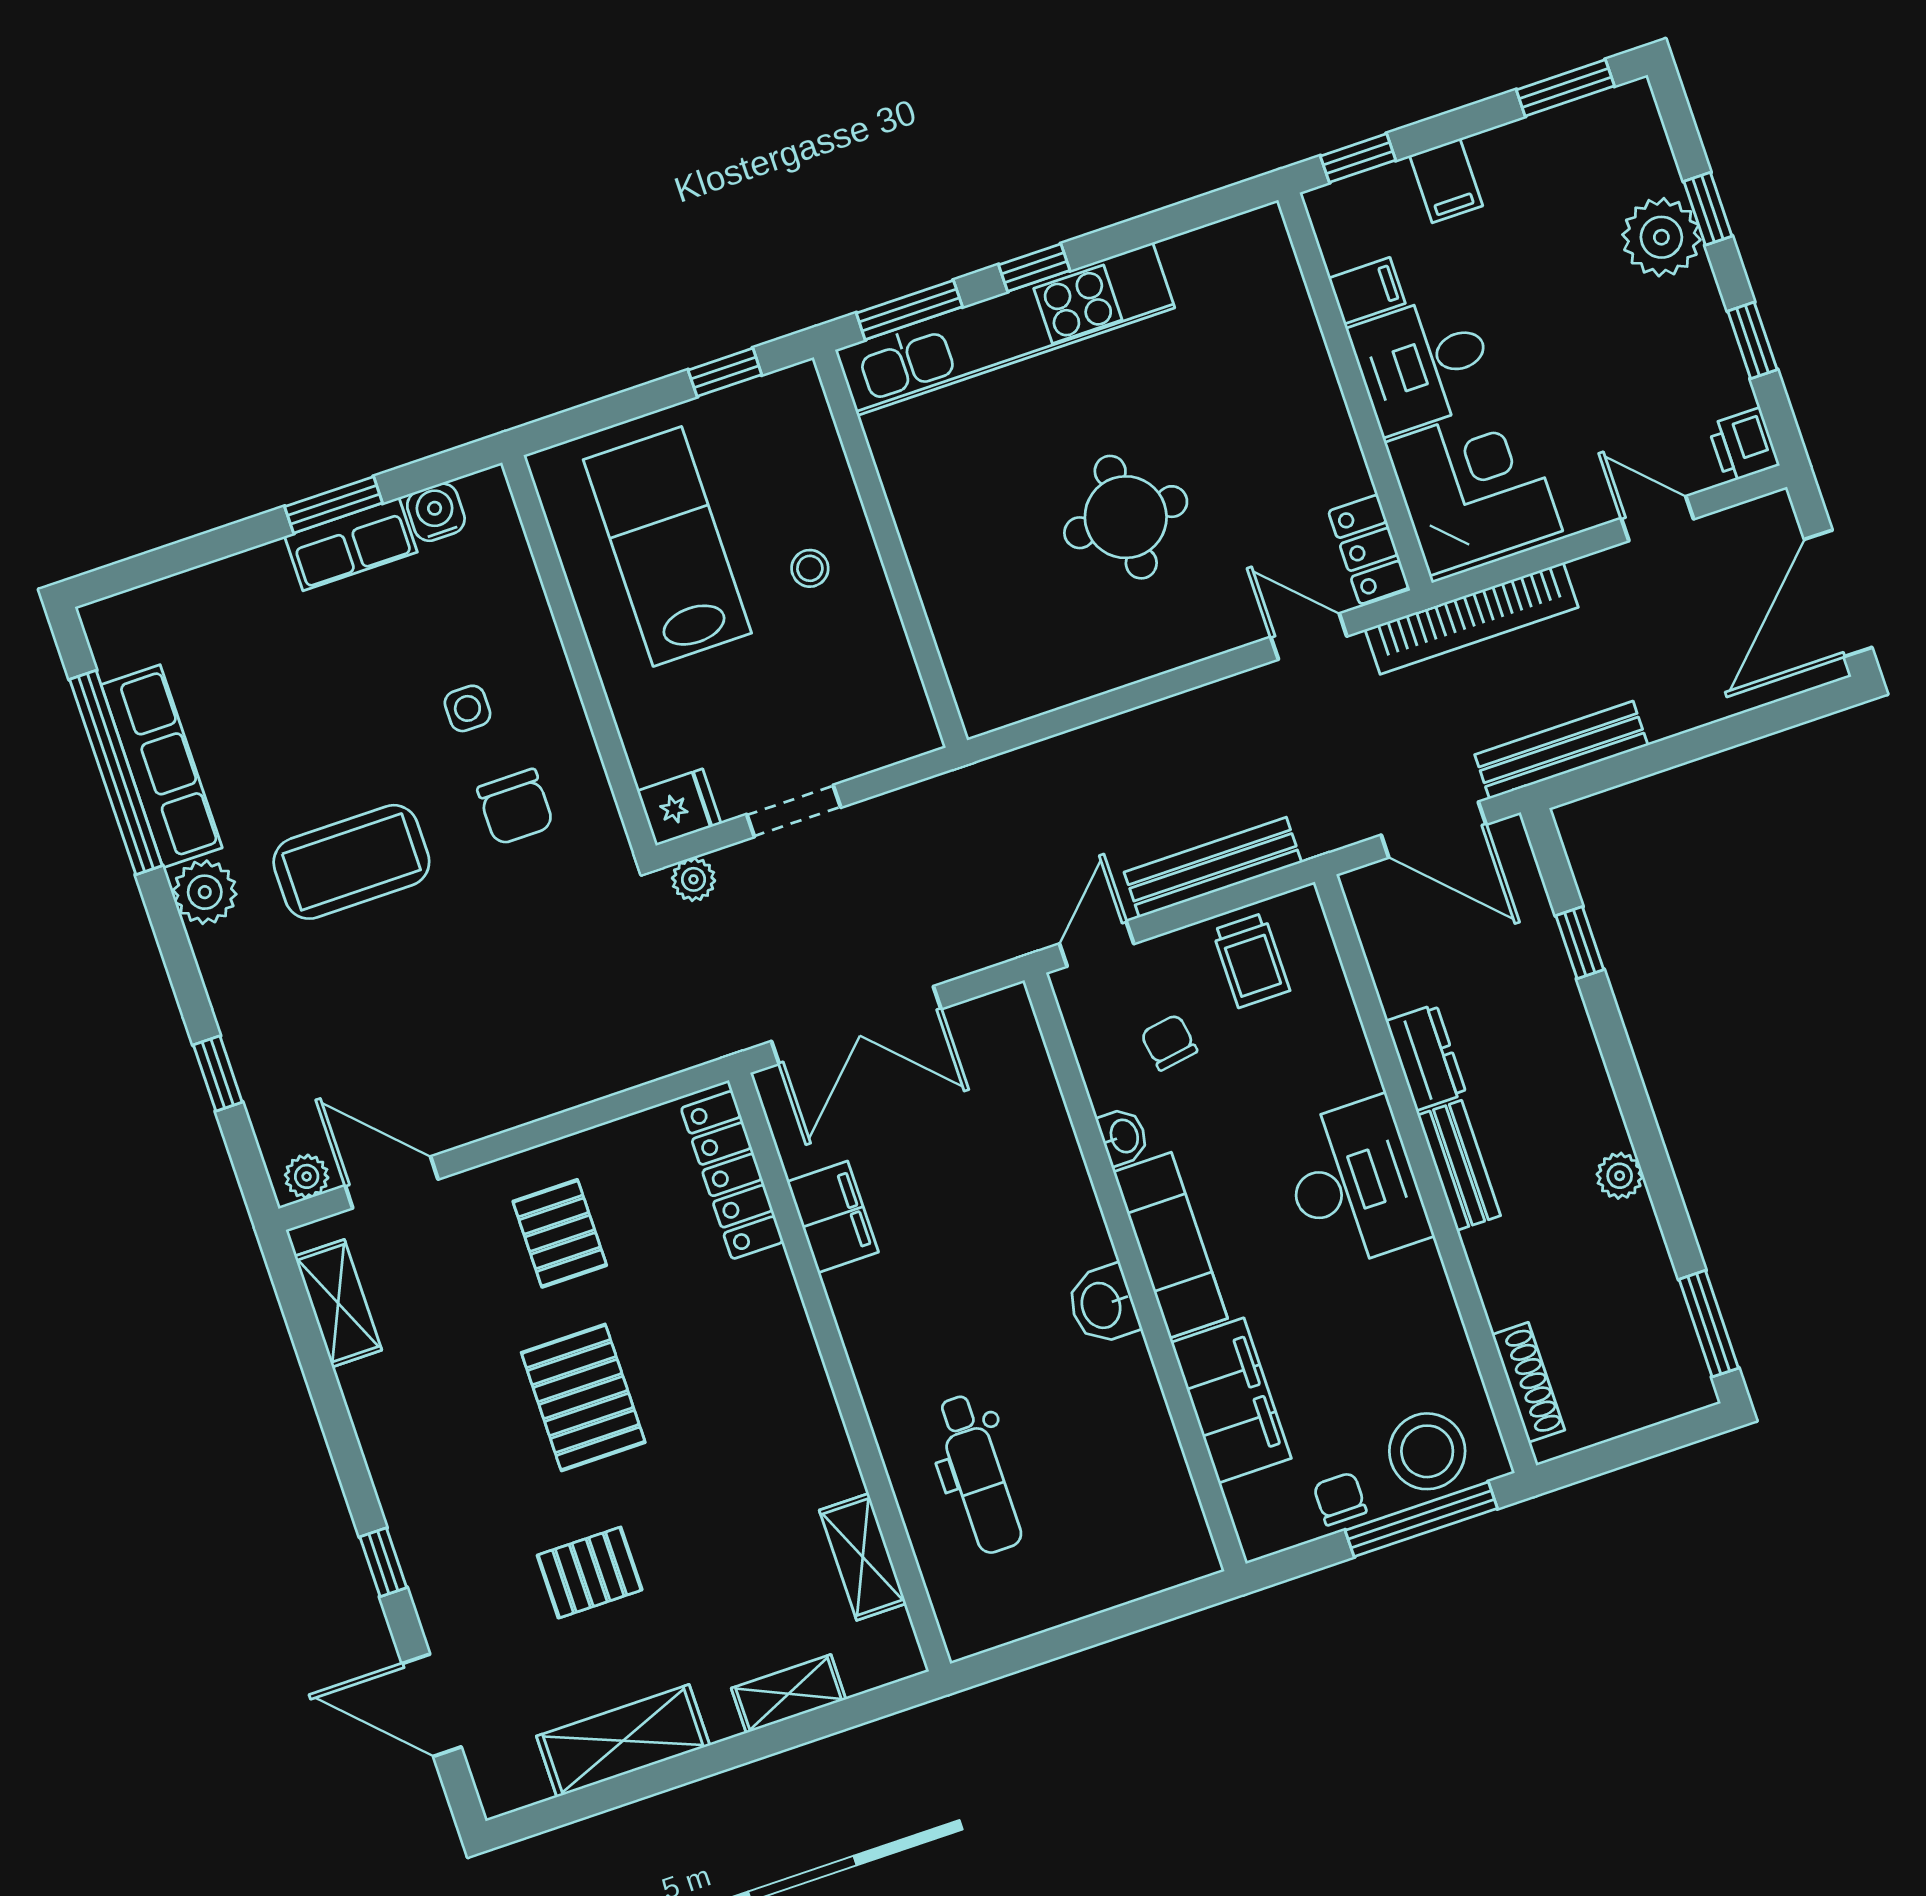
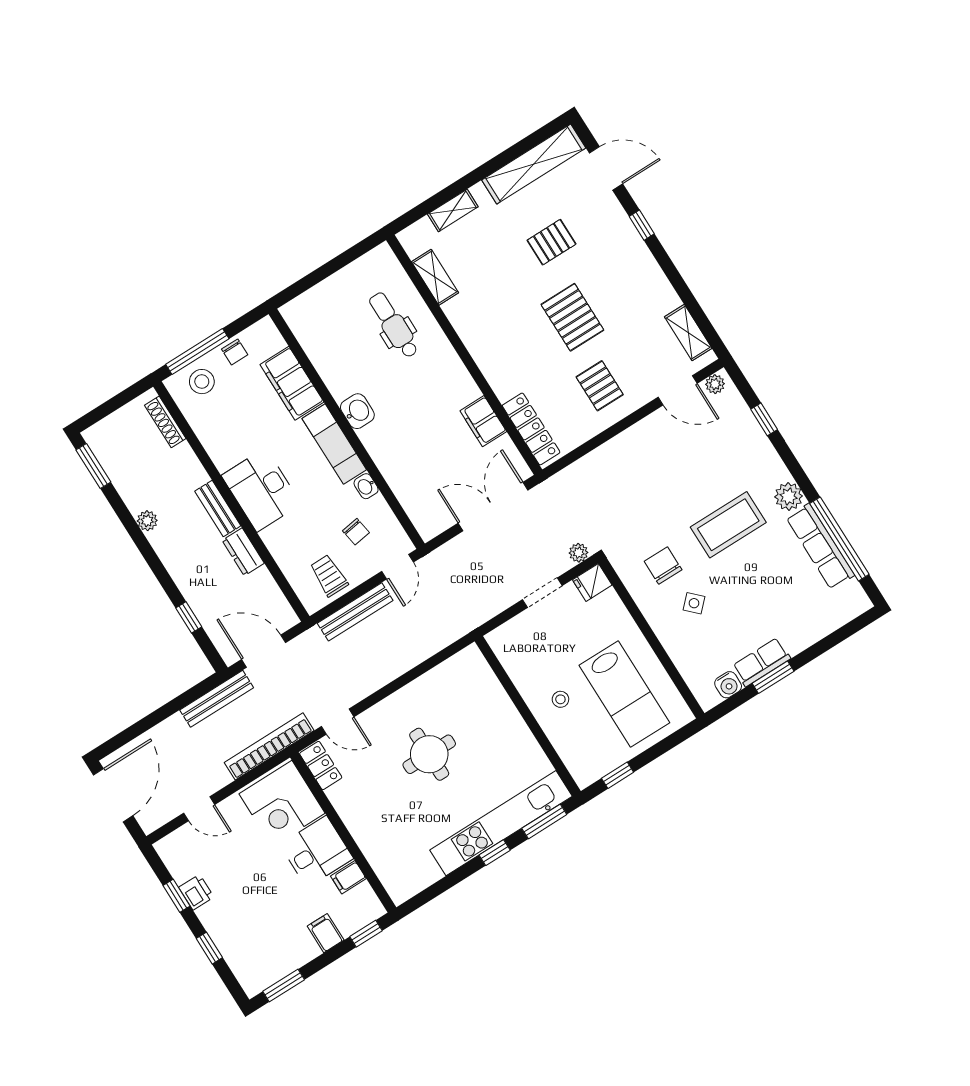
plant: (1661, 237) -> (227, 931), removed
printer: (1744, 445) -> (196, 892), moved
side table: (467, 708) -> (694, 603), turned 45
stool: (1427, 1451) -> (202, 382), width x0.73, depth x0.73
shelving: (623, 1741) -> (534, 164), width x1.47

